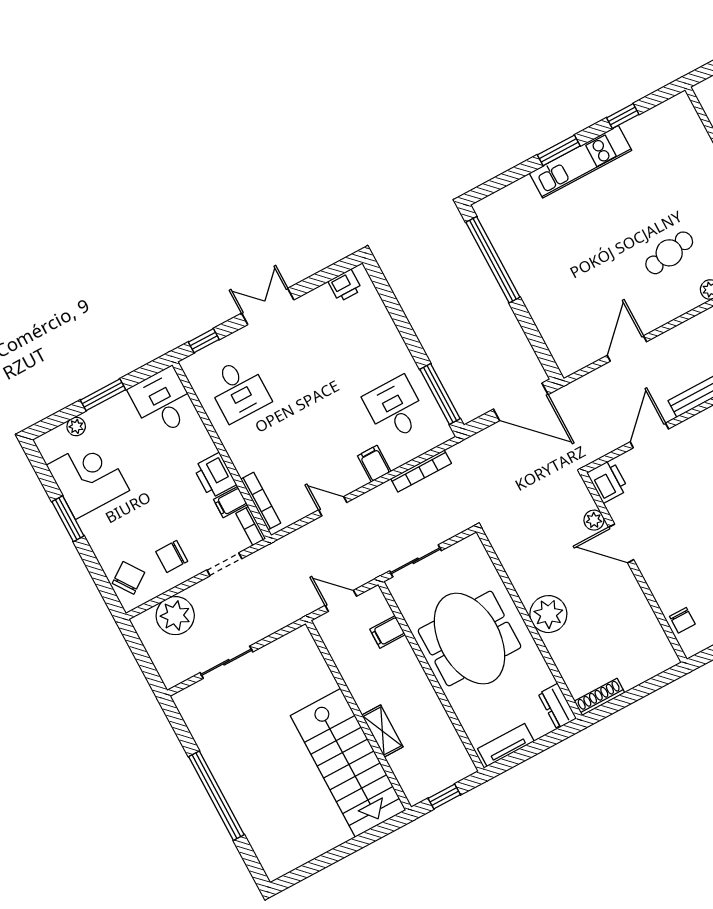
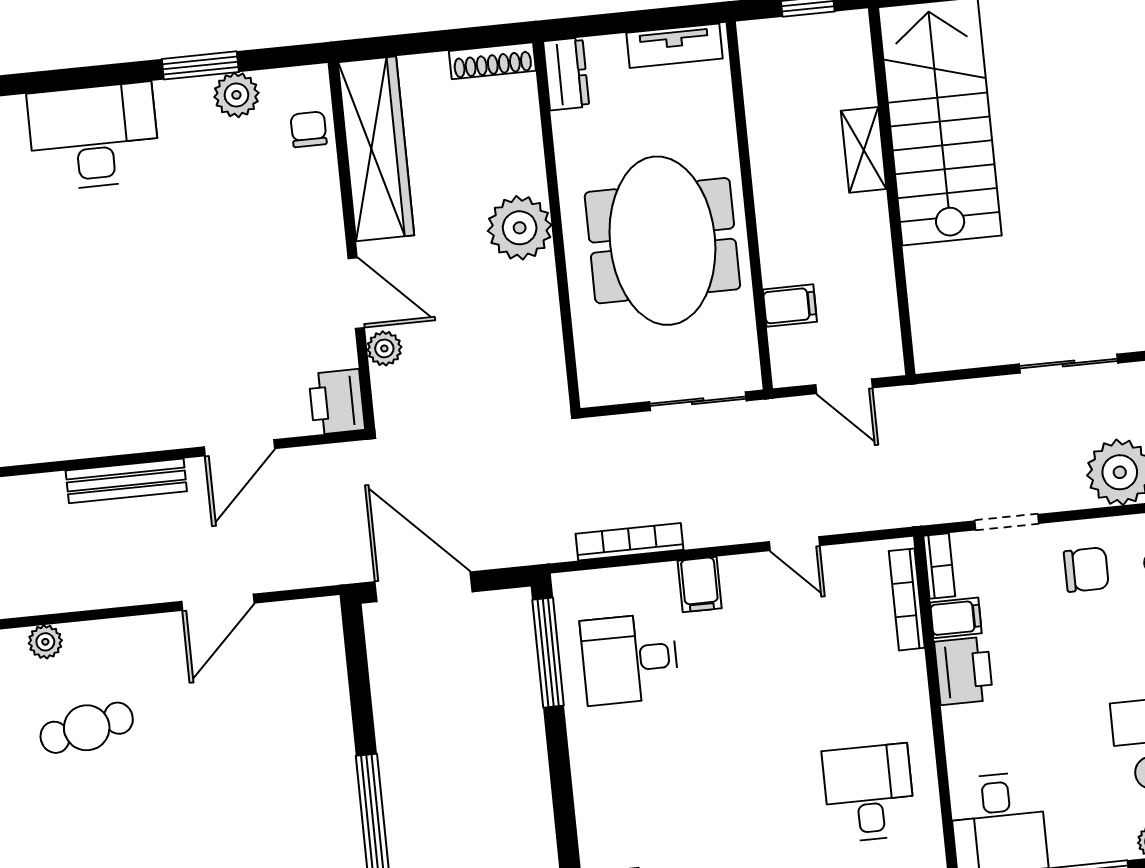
desk: (395, 409) -> (630, 659), turned 90
wardrobe: (642, 625) -> (376, 149), added

